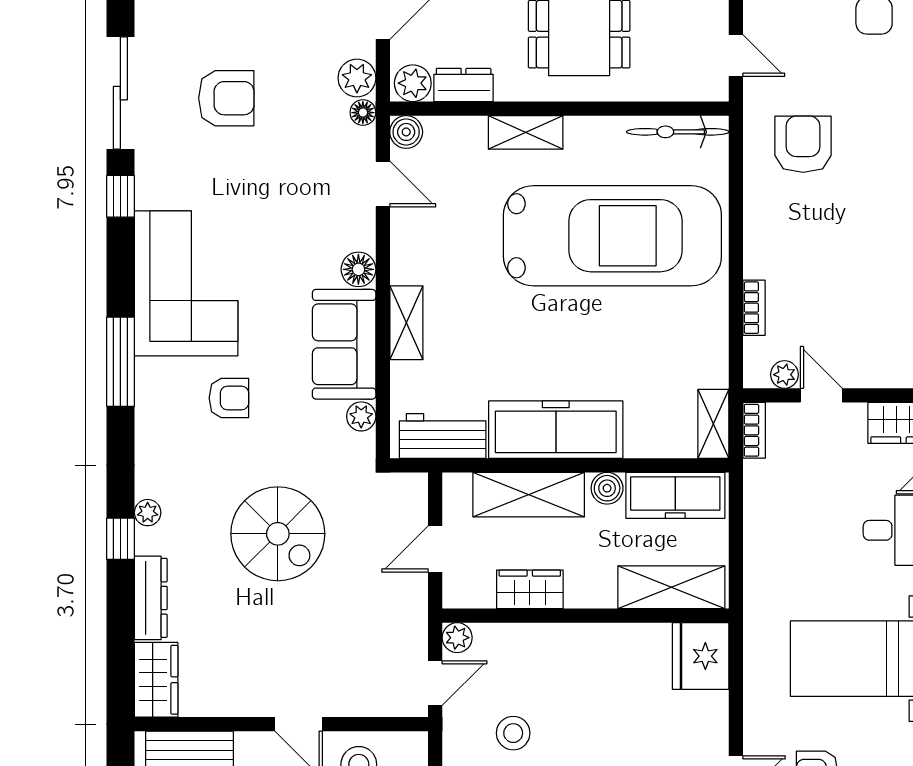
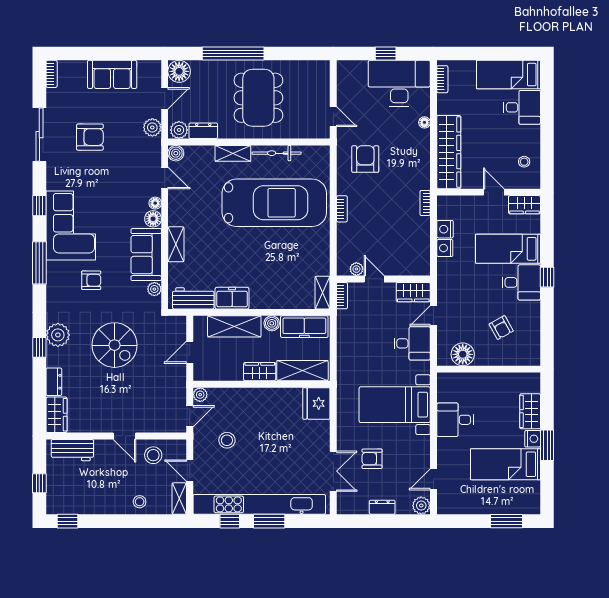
floor lamp: (363, 113) -> (155, 203), moved
bicycle: (678, 132) -> (277, 153), moved
window: (120, 196) -> (39, 206), moved
bookcase: (754, 308) -> (342, 209), moved
freezer: (556, 430) -> (232, 298), width x0.52, depth x0.79
plant: (148, 513) -> (58, 335), width x1.88, depth x1.88
wardrobe: (530, 589) -> (260, 372), moved
dresser: (151, 598) -> (54, 382), width x0.70

